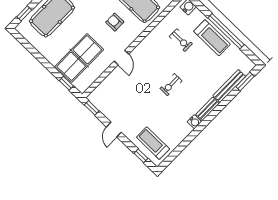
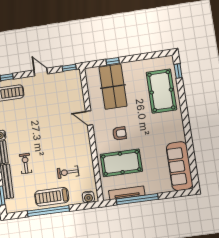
window: (66, 83) -> (113, 61), moved
exercise bike: (171, 85) -> (26, 163), moved

